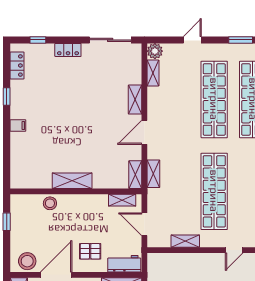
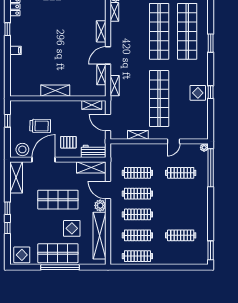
shelving: (135, 175) -> (101, 75), moved
stool: (50, 203) -> (39, 107), removed
trolley: (52, 229) -> (40, 126), added

